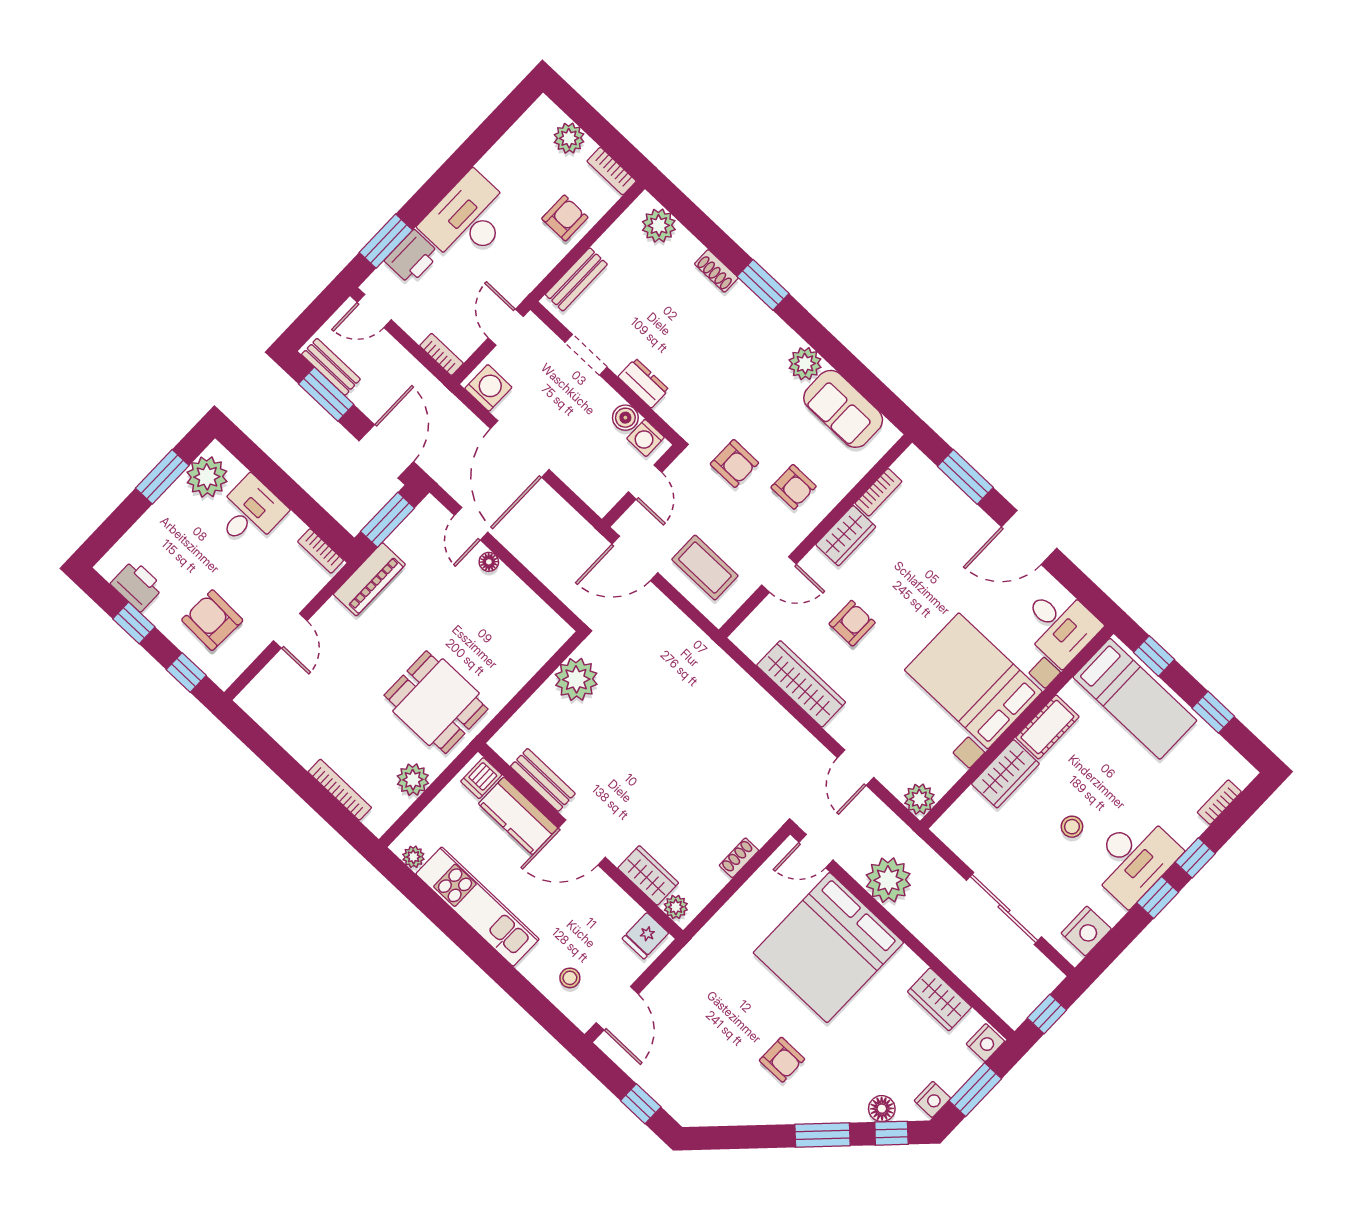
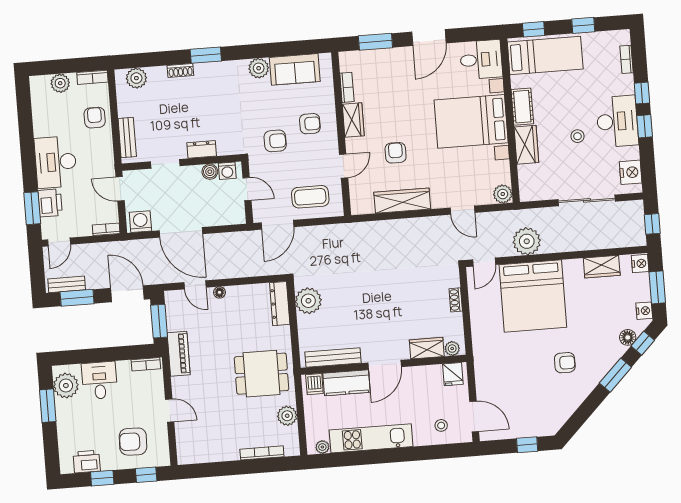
dresser: (541, 648) -> (280, 304), added
bench: (543, 780) -> (333, 358), width x1.36

